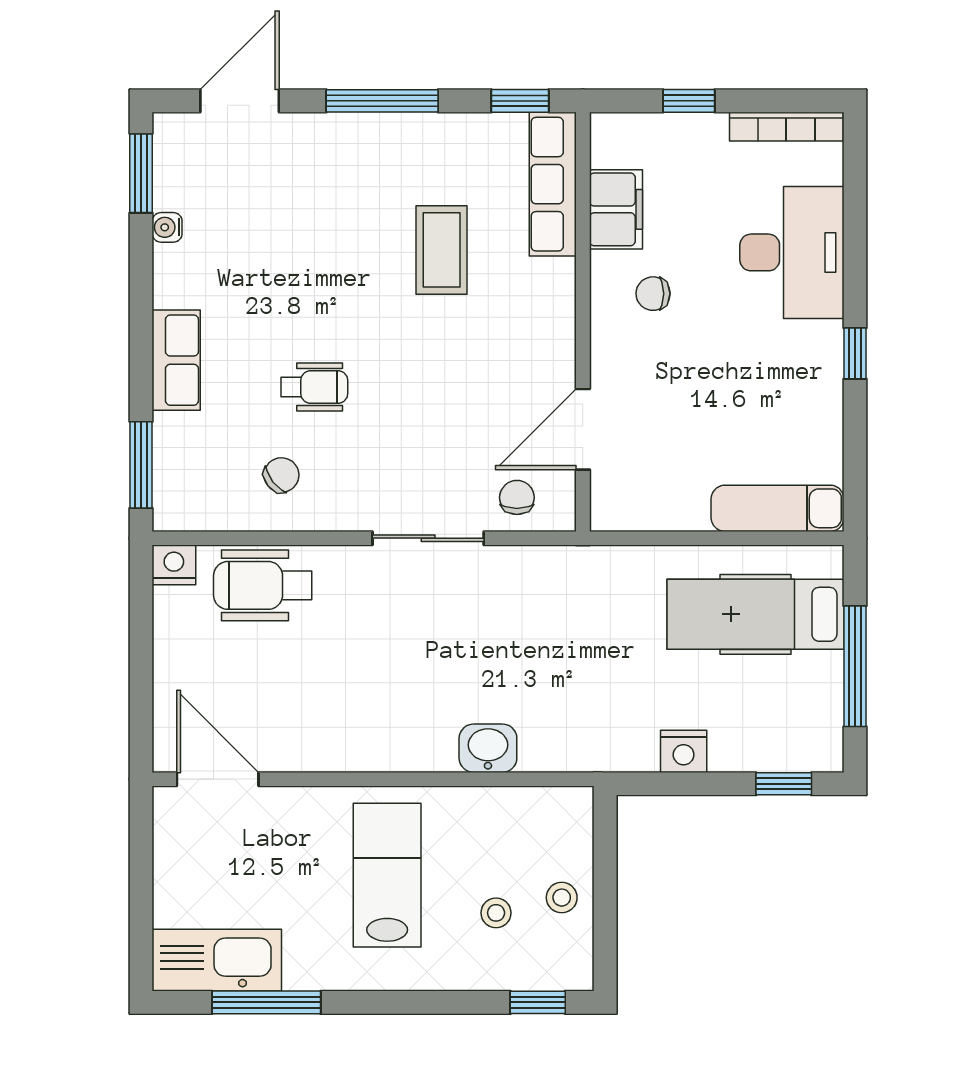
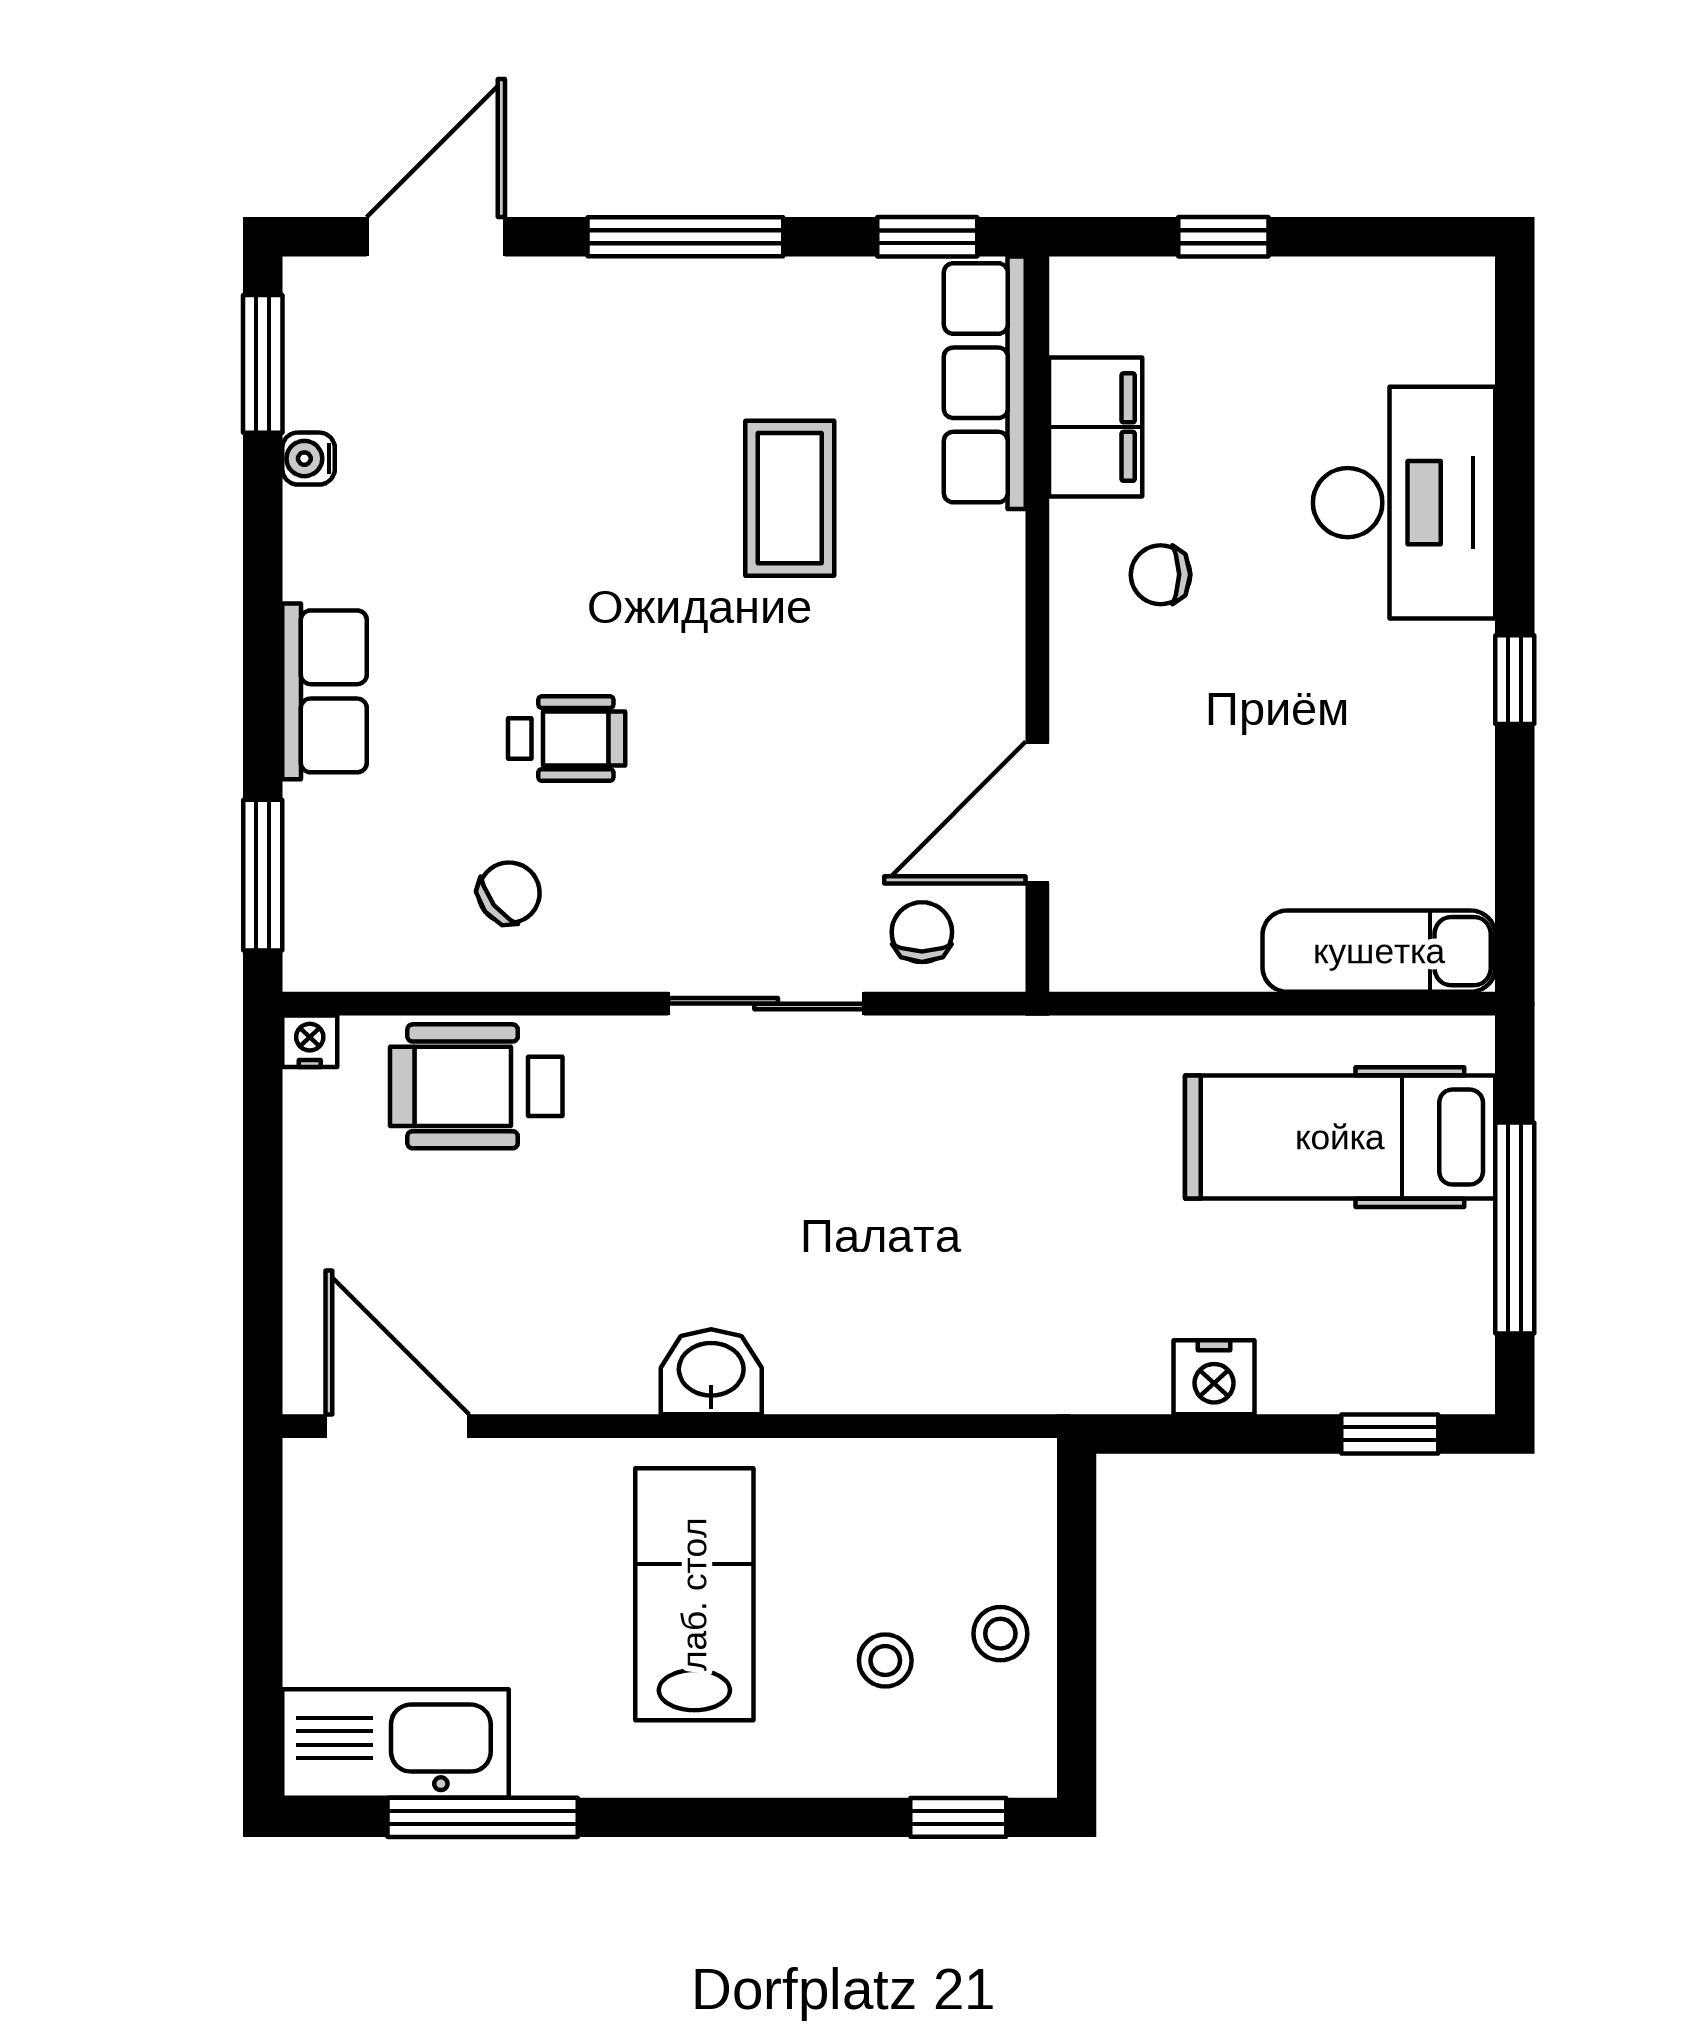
bookcase: (786, 127) -> (1394, 282), removed
nightstand: (174, 565) -> (310, 1041), width x0.72, depth x0.74
washbasin: (488, 748) -> (711, 1372), moved

